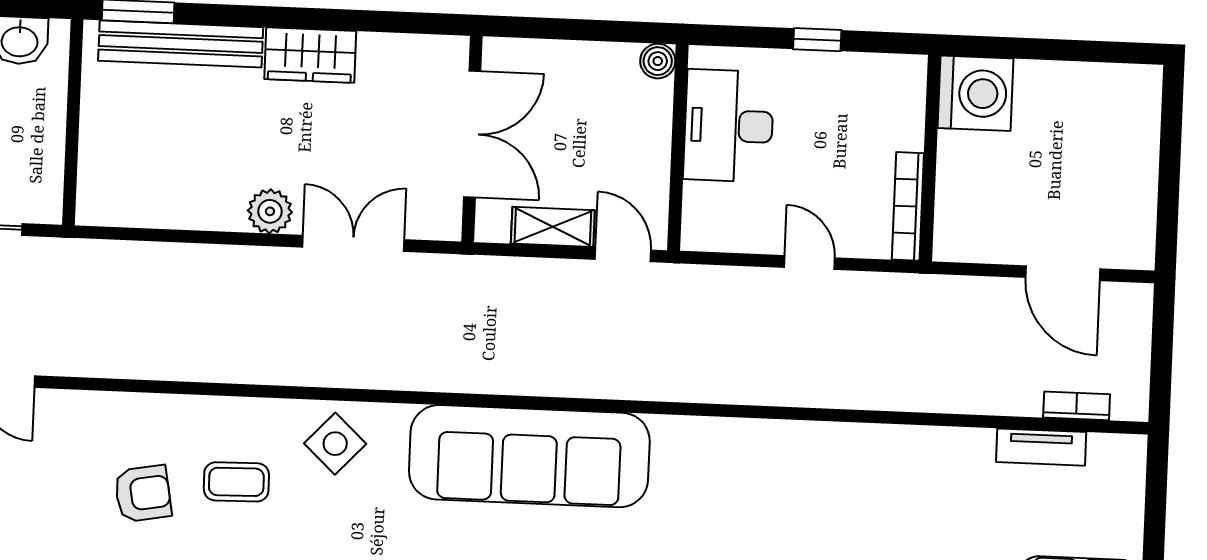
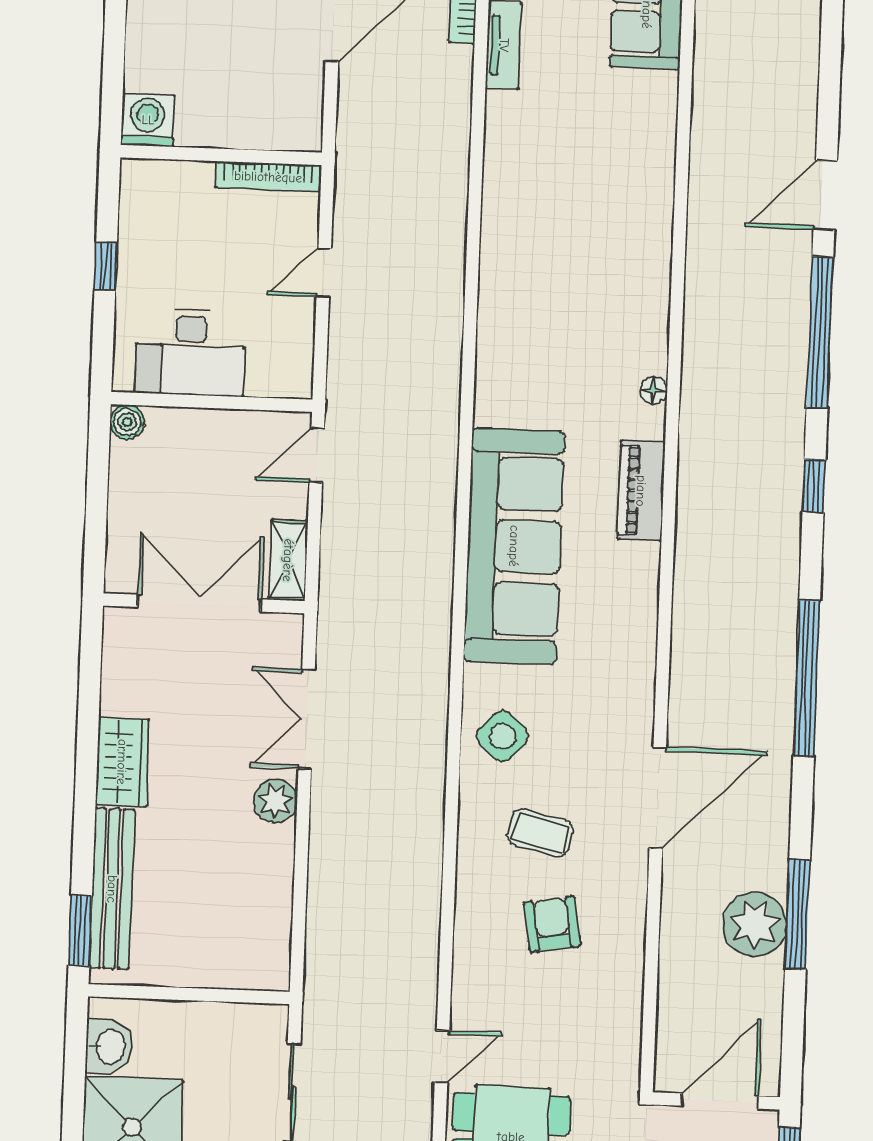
washing machine: (975, 93) -> (148, 120), width x0.73, depth x0.73
shelving: (553, 227) -> (288, 560), moved
coffee table: (236, 482) -> (540, 833), turned -76

